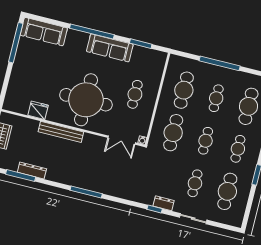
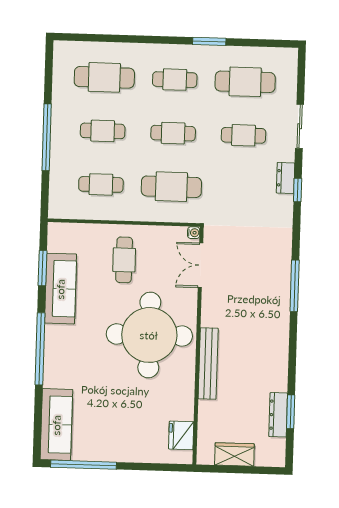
sofa: (110, 48) -> (60, 289), moved
cafe table: (184, 90) -> (101, 184), width x0.73, depth x0.74
cafe table: (135, 94) -> (124, 260), turned 90
fridge: (38, 110) -> (181, 435), moved
double door: (122, 140) -> (200, 265), swing flipped
dresser: (32, 170) -> (278, 415), moved
window: (21, 176) -> (291, 412), width x0.69
window: (86, 192) -> (295, 286), moved

